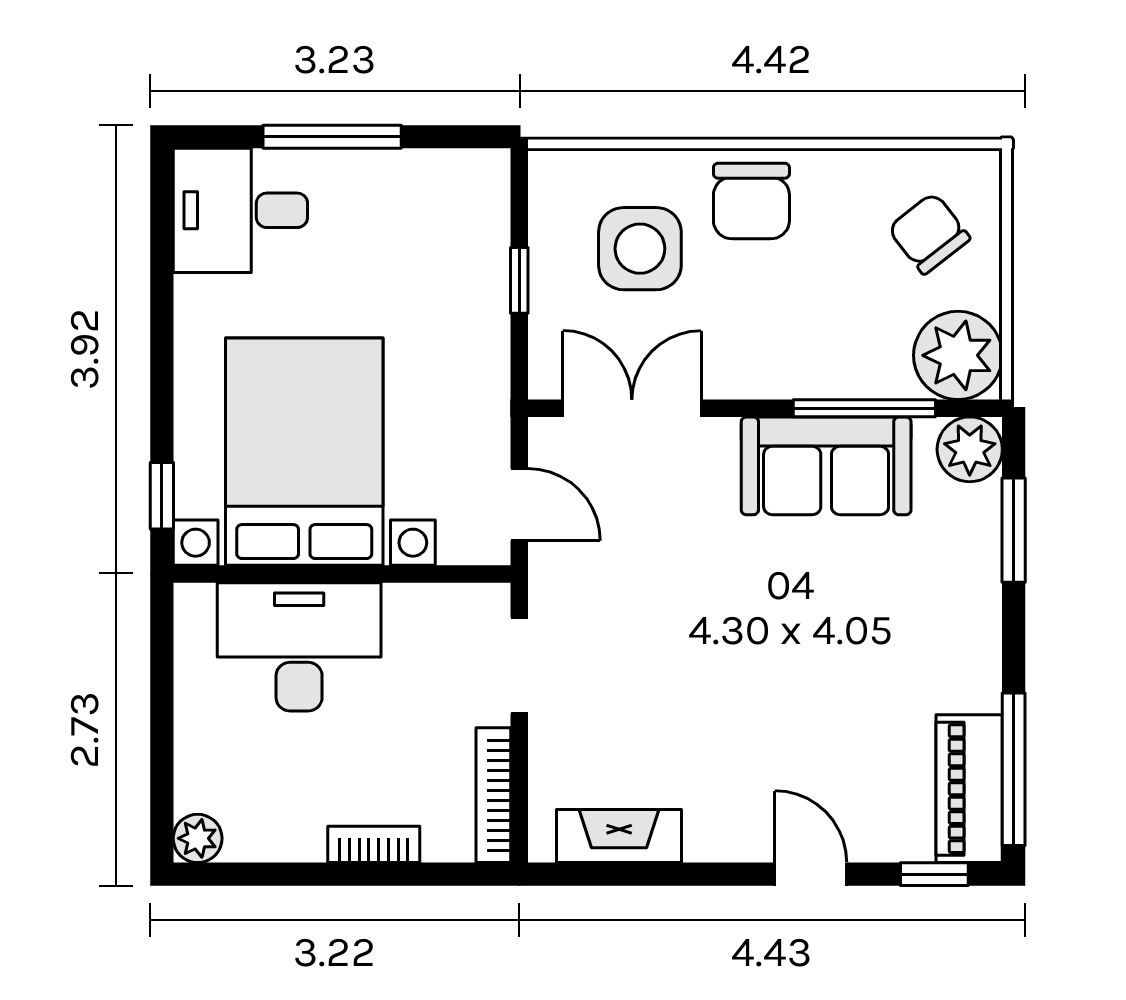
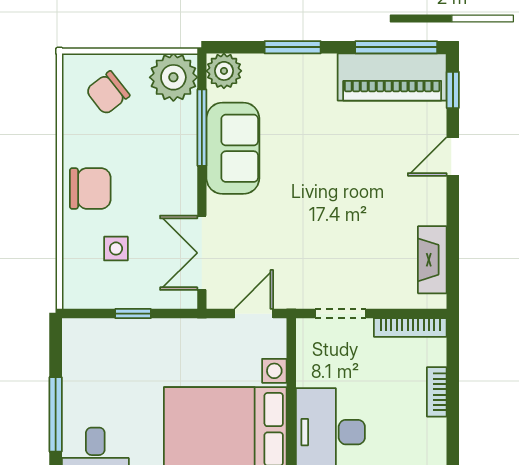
side table: (640, 249) -> (116, 249), width x0.54, depth x0.54
window: (1014, 530) -> (293, 47), moved
piano: (969, 789) -> (392, 77), width x1.37, depth x1.33

